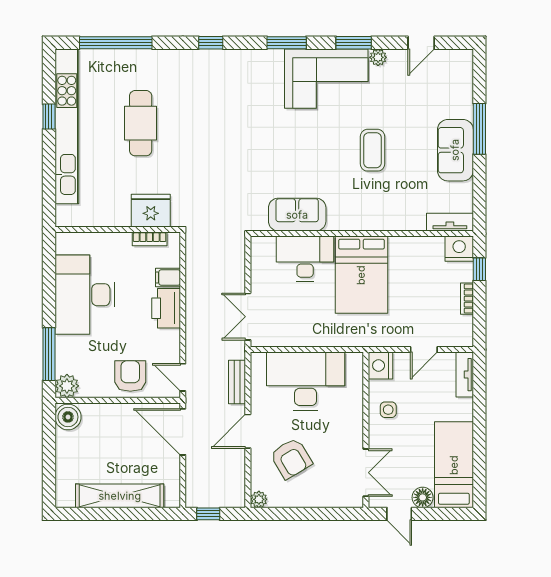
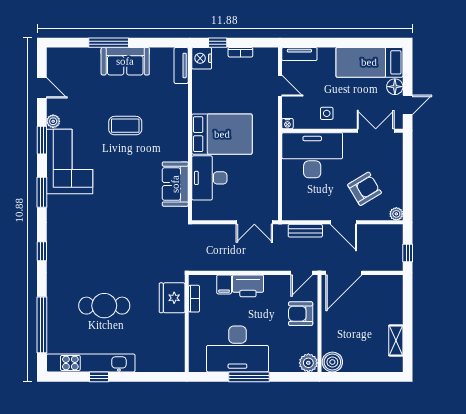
kitchen unit: (67, 126) -> (91, 363), width x0.73
window: (49, 354) -> (249, 377), moved
nightstand: (380, 365) -> (287, 124), width x0.53, depth x0.56
desk: (306, 381) -> (312, 155), moved, turned 90
shelving: (120, 496) -> (396, 341), width x0.45, depth x0.75

